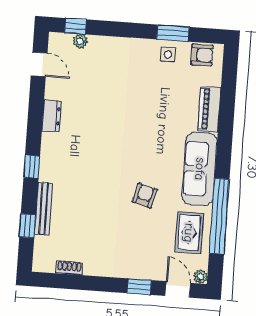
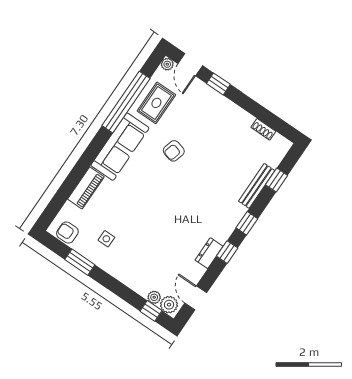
plant: (61, 42) -> (169, 305), added
side table: (168, 54) -> (106, 239), moved
window: (35, 127) -> (227, 252), added

